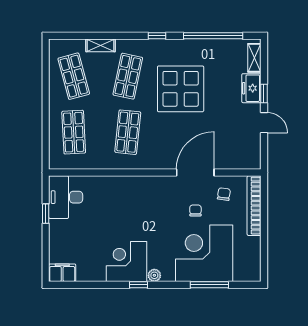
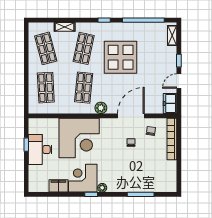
freezer: (251, 88) -> (170, 103), moved
door: (264, 123) -> (179, 81), swing flipped
plant: (152, 161) -> (101, 108), added
desk: (66, 197) -> (40, 150), moved
corner desk: (204, 253) -> (79, 138), moved, turned 180
filing cabinet: (62, 273) -> (58, 186), moved

